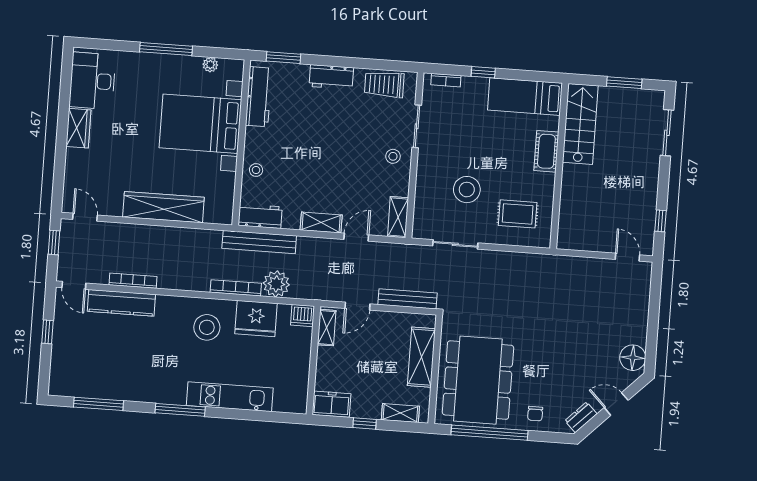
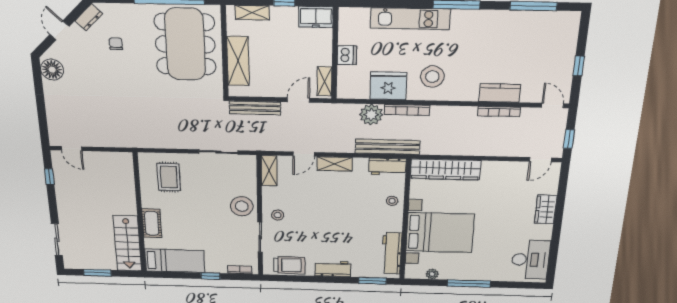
wardrobe: (78, 128) -> (546, 209), moved
stool: (467, 190) -> (242, 206), moved
wardrobe: (163, 207) -> (445, 169), moved
rug: (518, 214) -> (169, 177), turned 90
door: (85, 217) -> (540, 160), hinge flipped
kitchen counter: (121, 303) -> (500, 93), width x0.67
dishwasher: (303, 315) -> (347, 55), moved, turned 90
door: (616, 404) -> (59, 30), swing flipped
chair: (535, 414) -> (116, 44), moved

